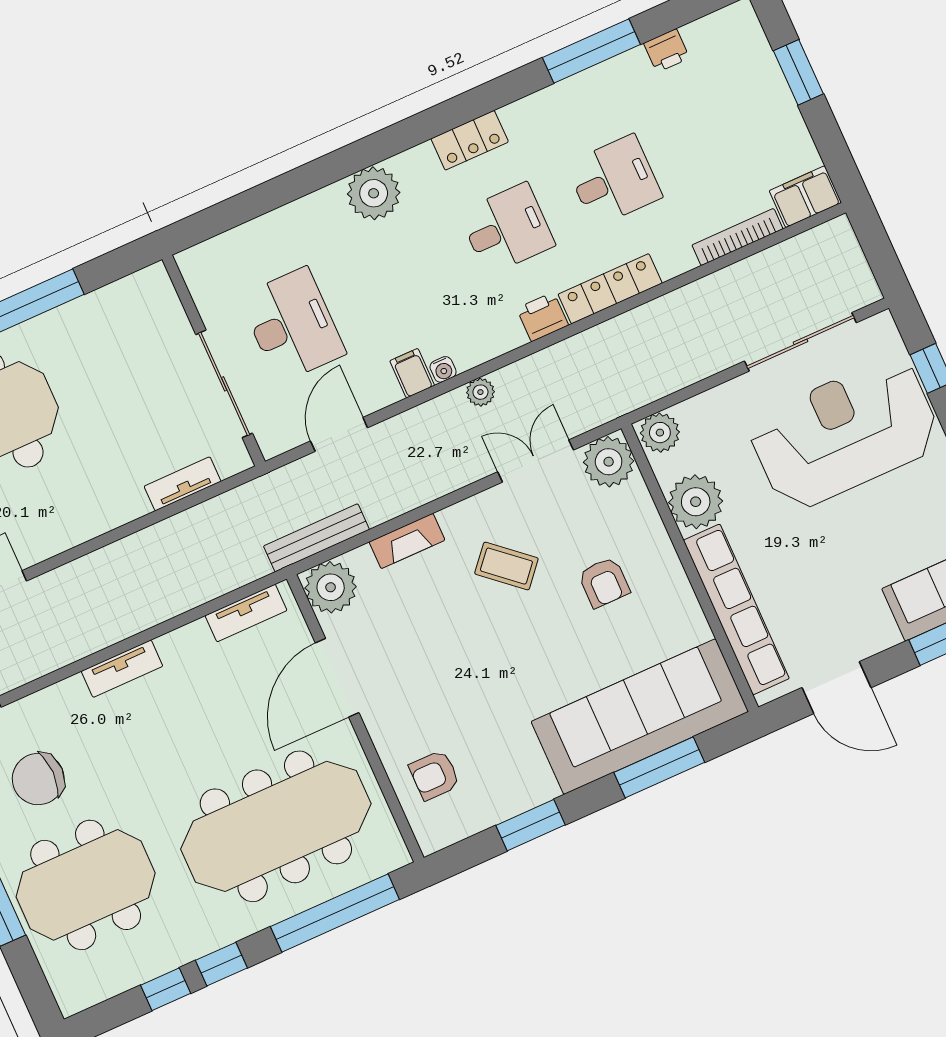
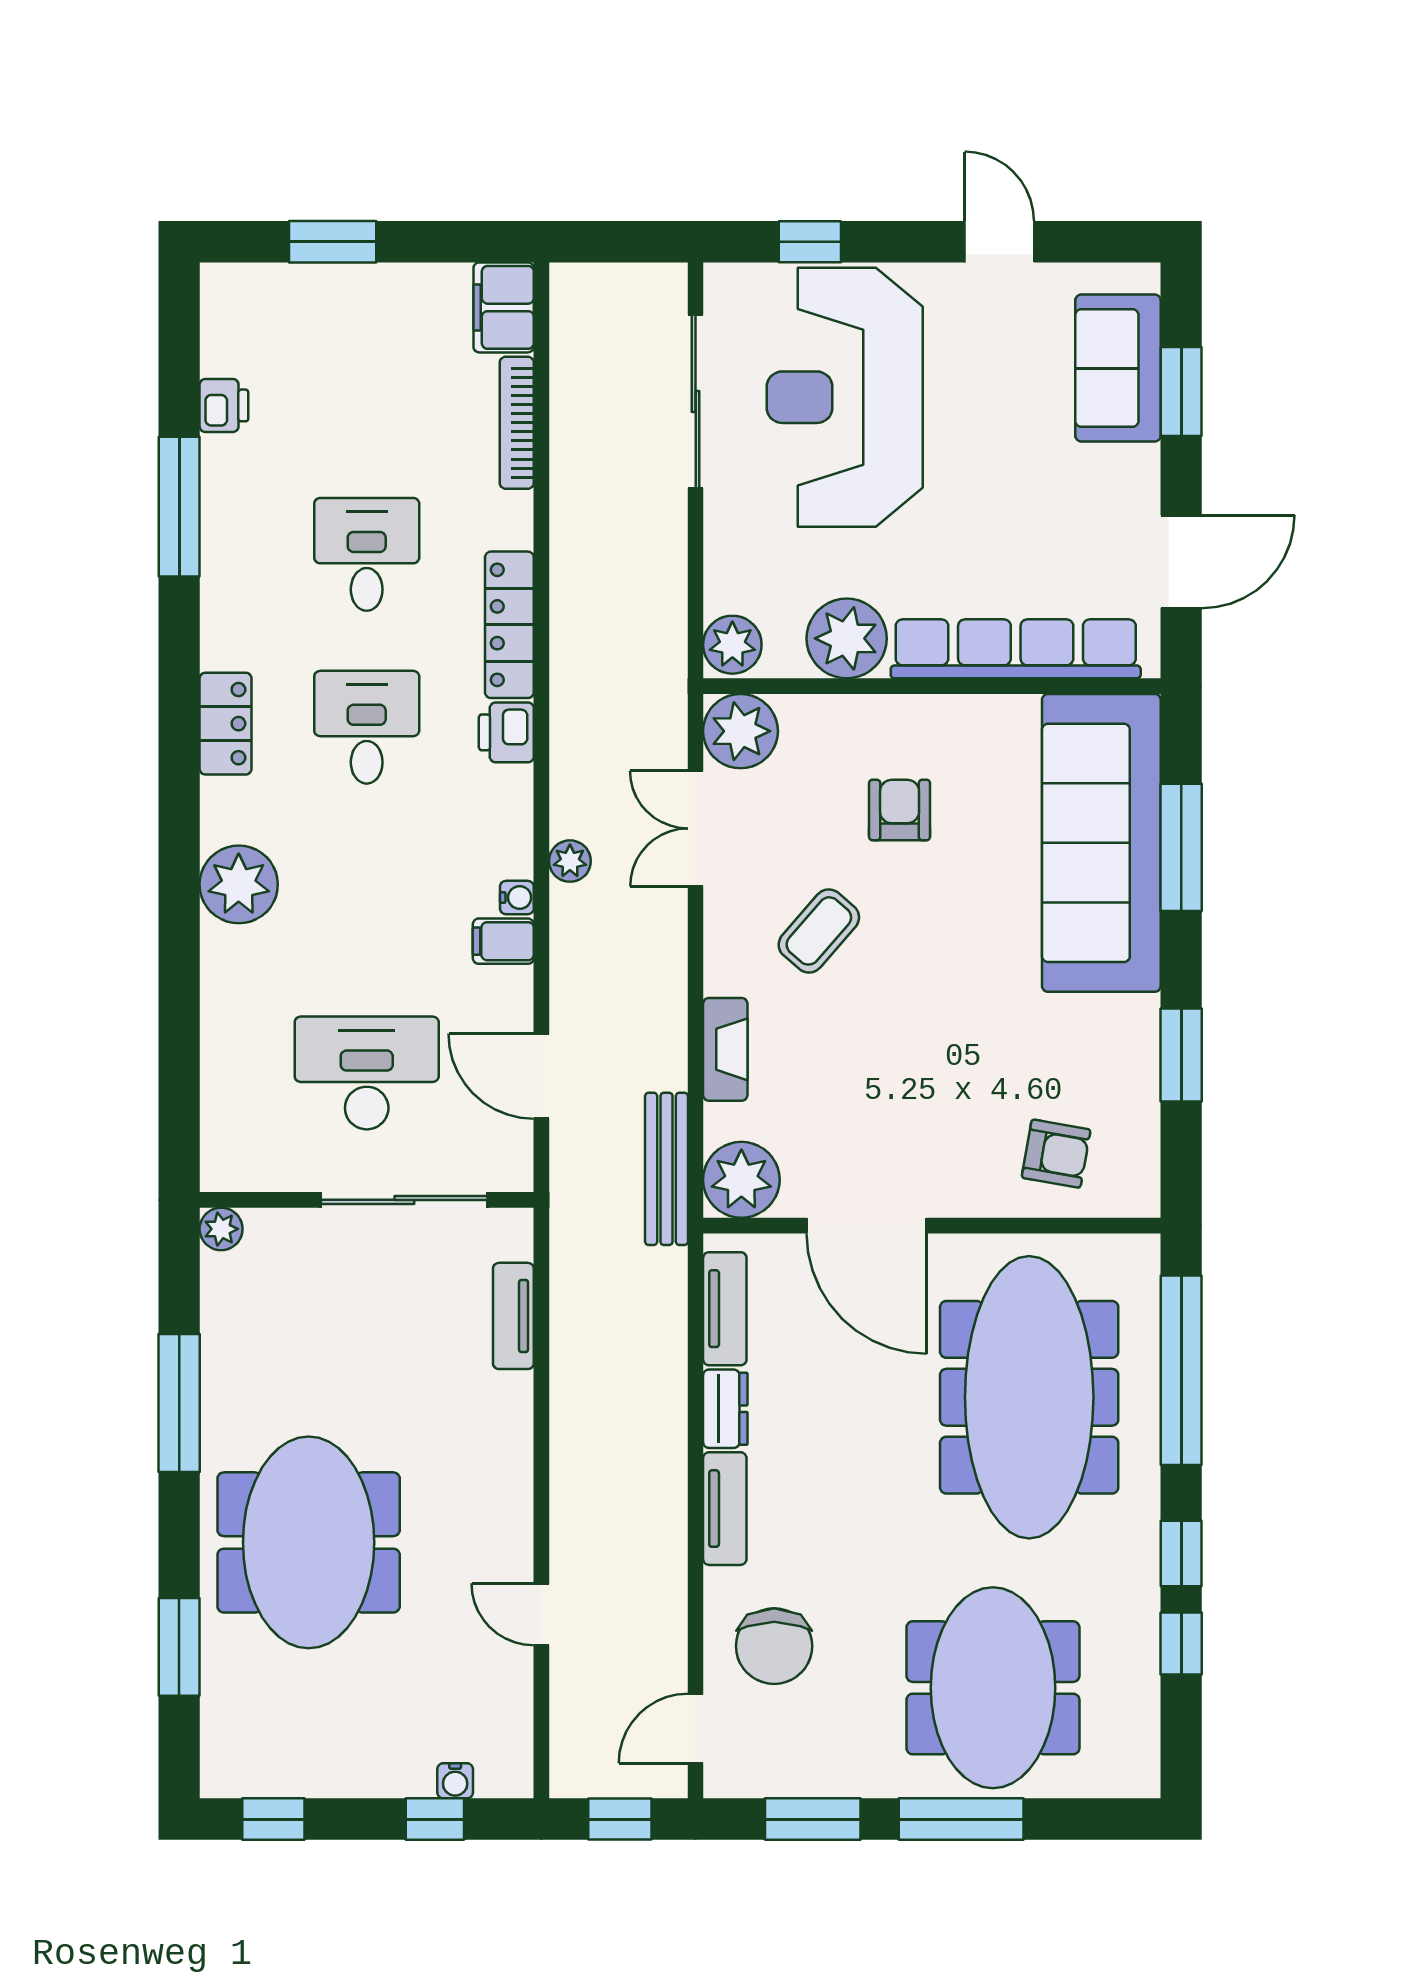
plant: (155, 278) -> (221, 1229), added
armchair: (604, 582) -> (900, 810), turned -90
dresser: (184, 641) -> (725, 1409), added
armchair: (434, 775) -> (1056, 1154), turned -80
chair: (38, 779) -> (774, 1646), moved

